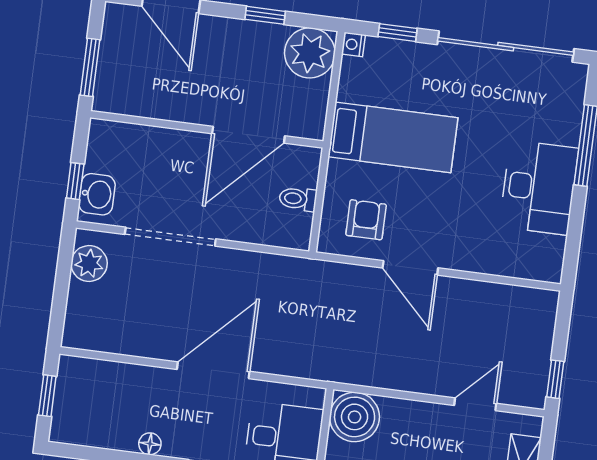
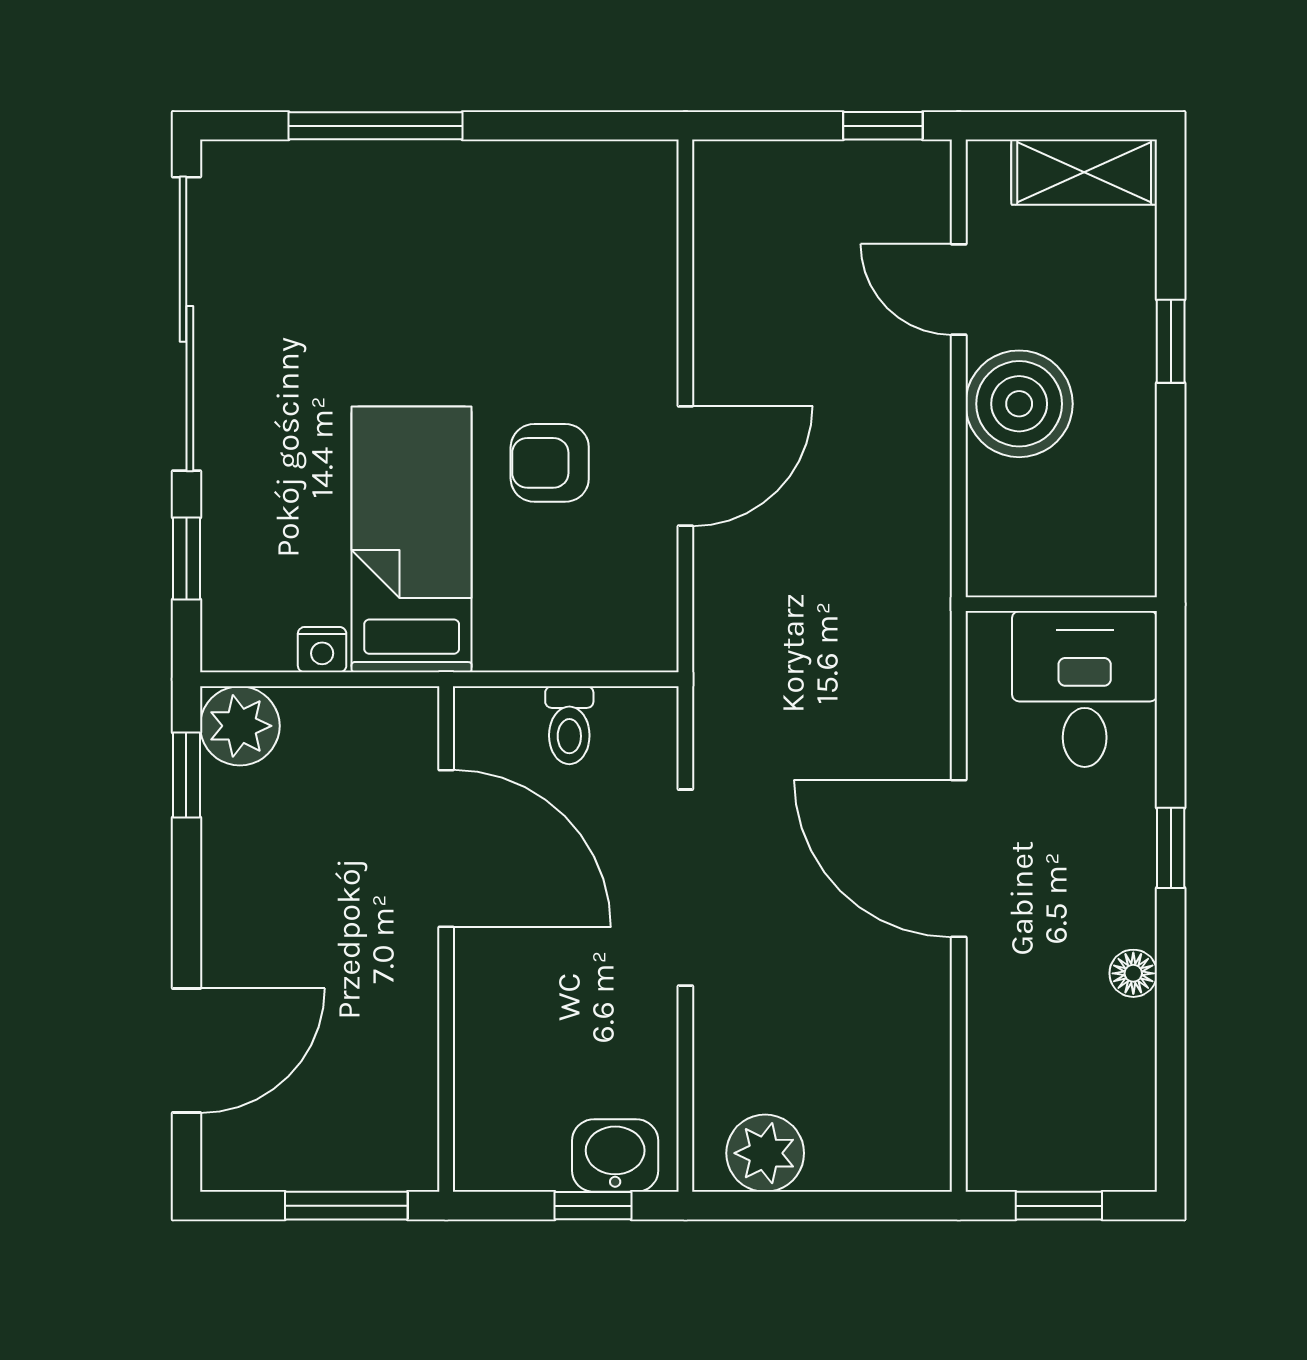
window: (265, 15) -> (186, 775), moved
nightstand: (353, 44) -> (322, 650), moved
plant: (310, 53) -> (240, 726), width x0.73, depth x0.73
desk: (539, 187) -> (478, 214), removed
armchair: (366, 220) -> (550, 463), moved
doorway: (170, 237) -> (685, 888), moved
boiler: (355, 417) -> (1019, 404), moved

